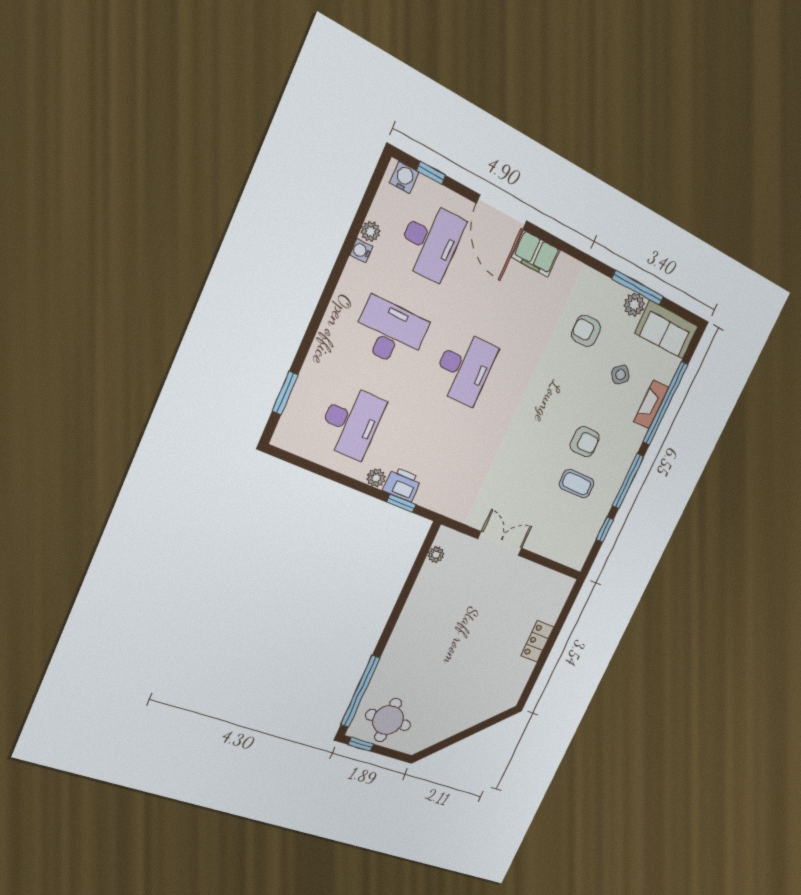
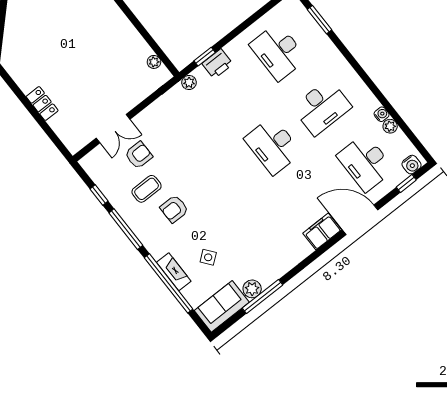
armchair: (586, 331) -> (139, 155), moved
plant: (376, 478) -> (189, 83), moved
double door: (500, 544) -> (113, 129), moved

